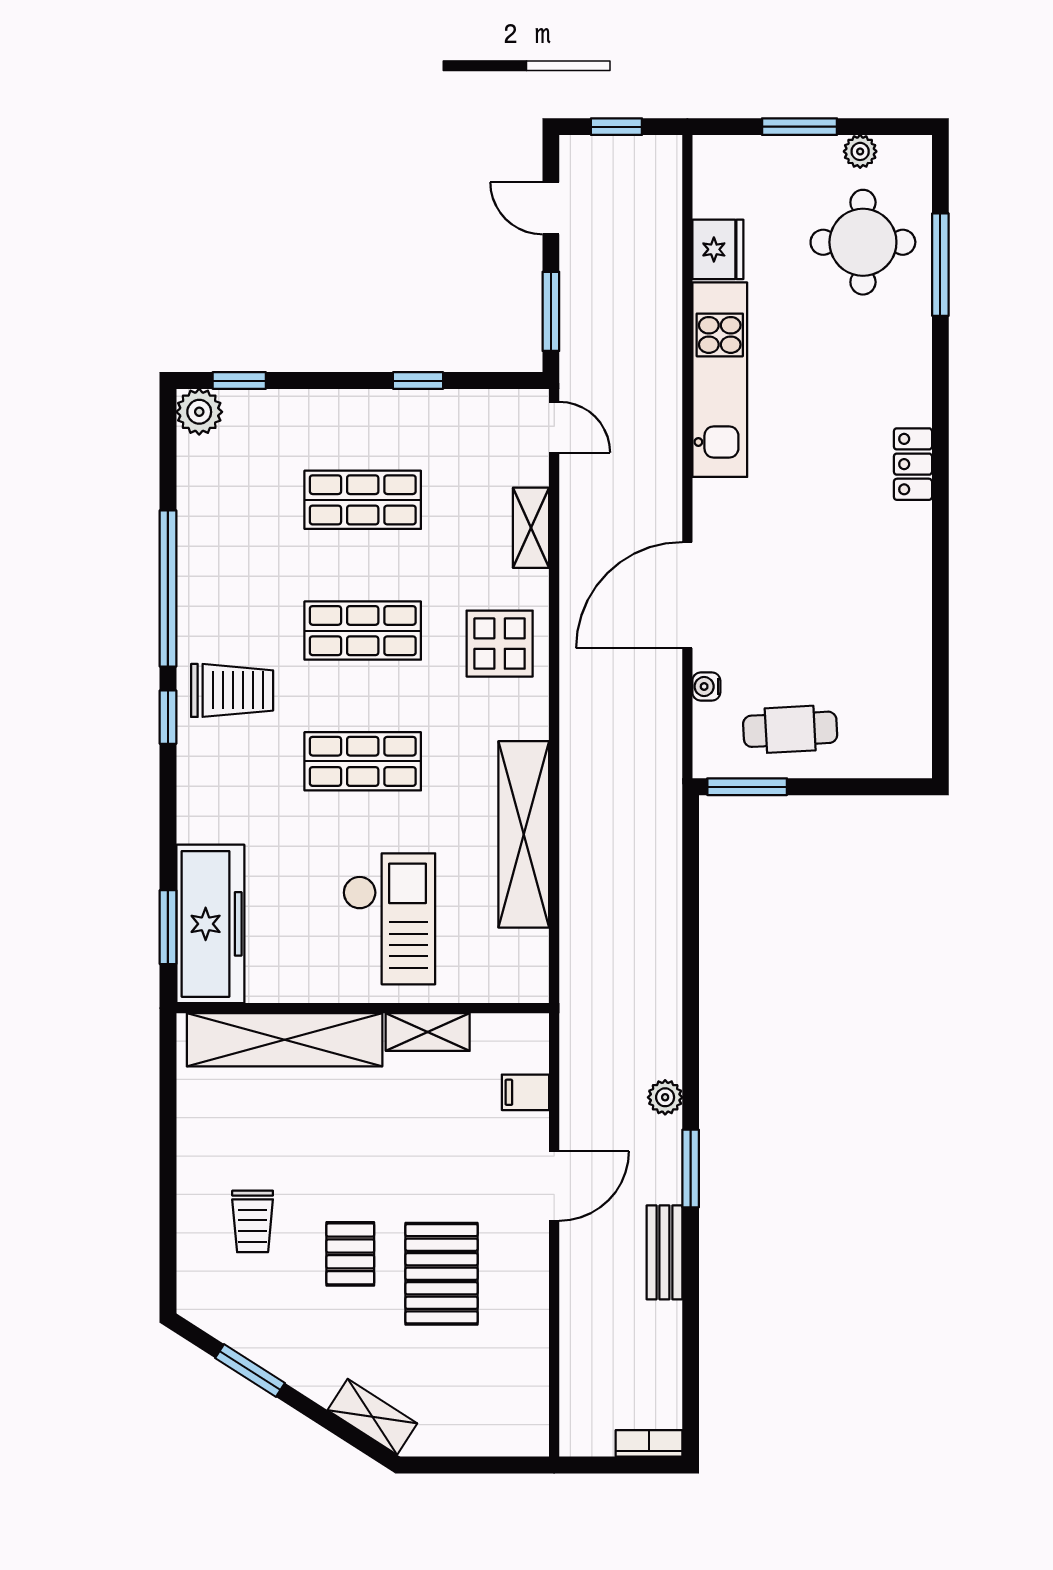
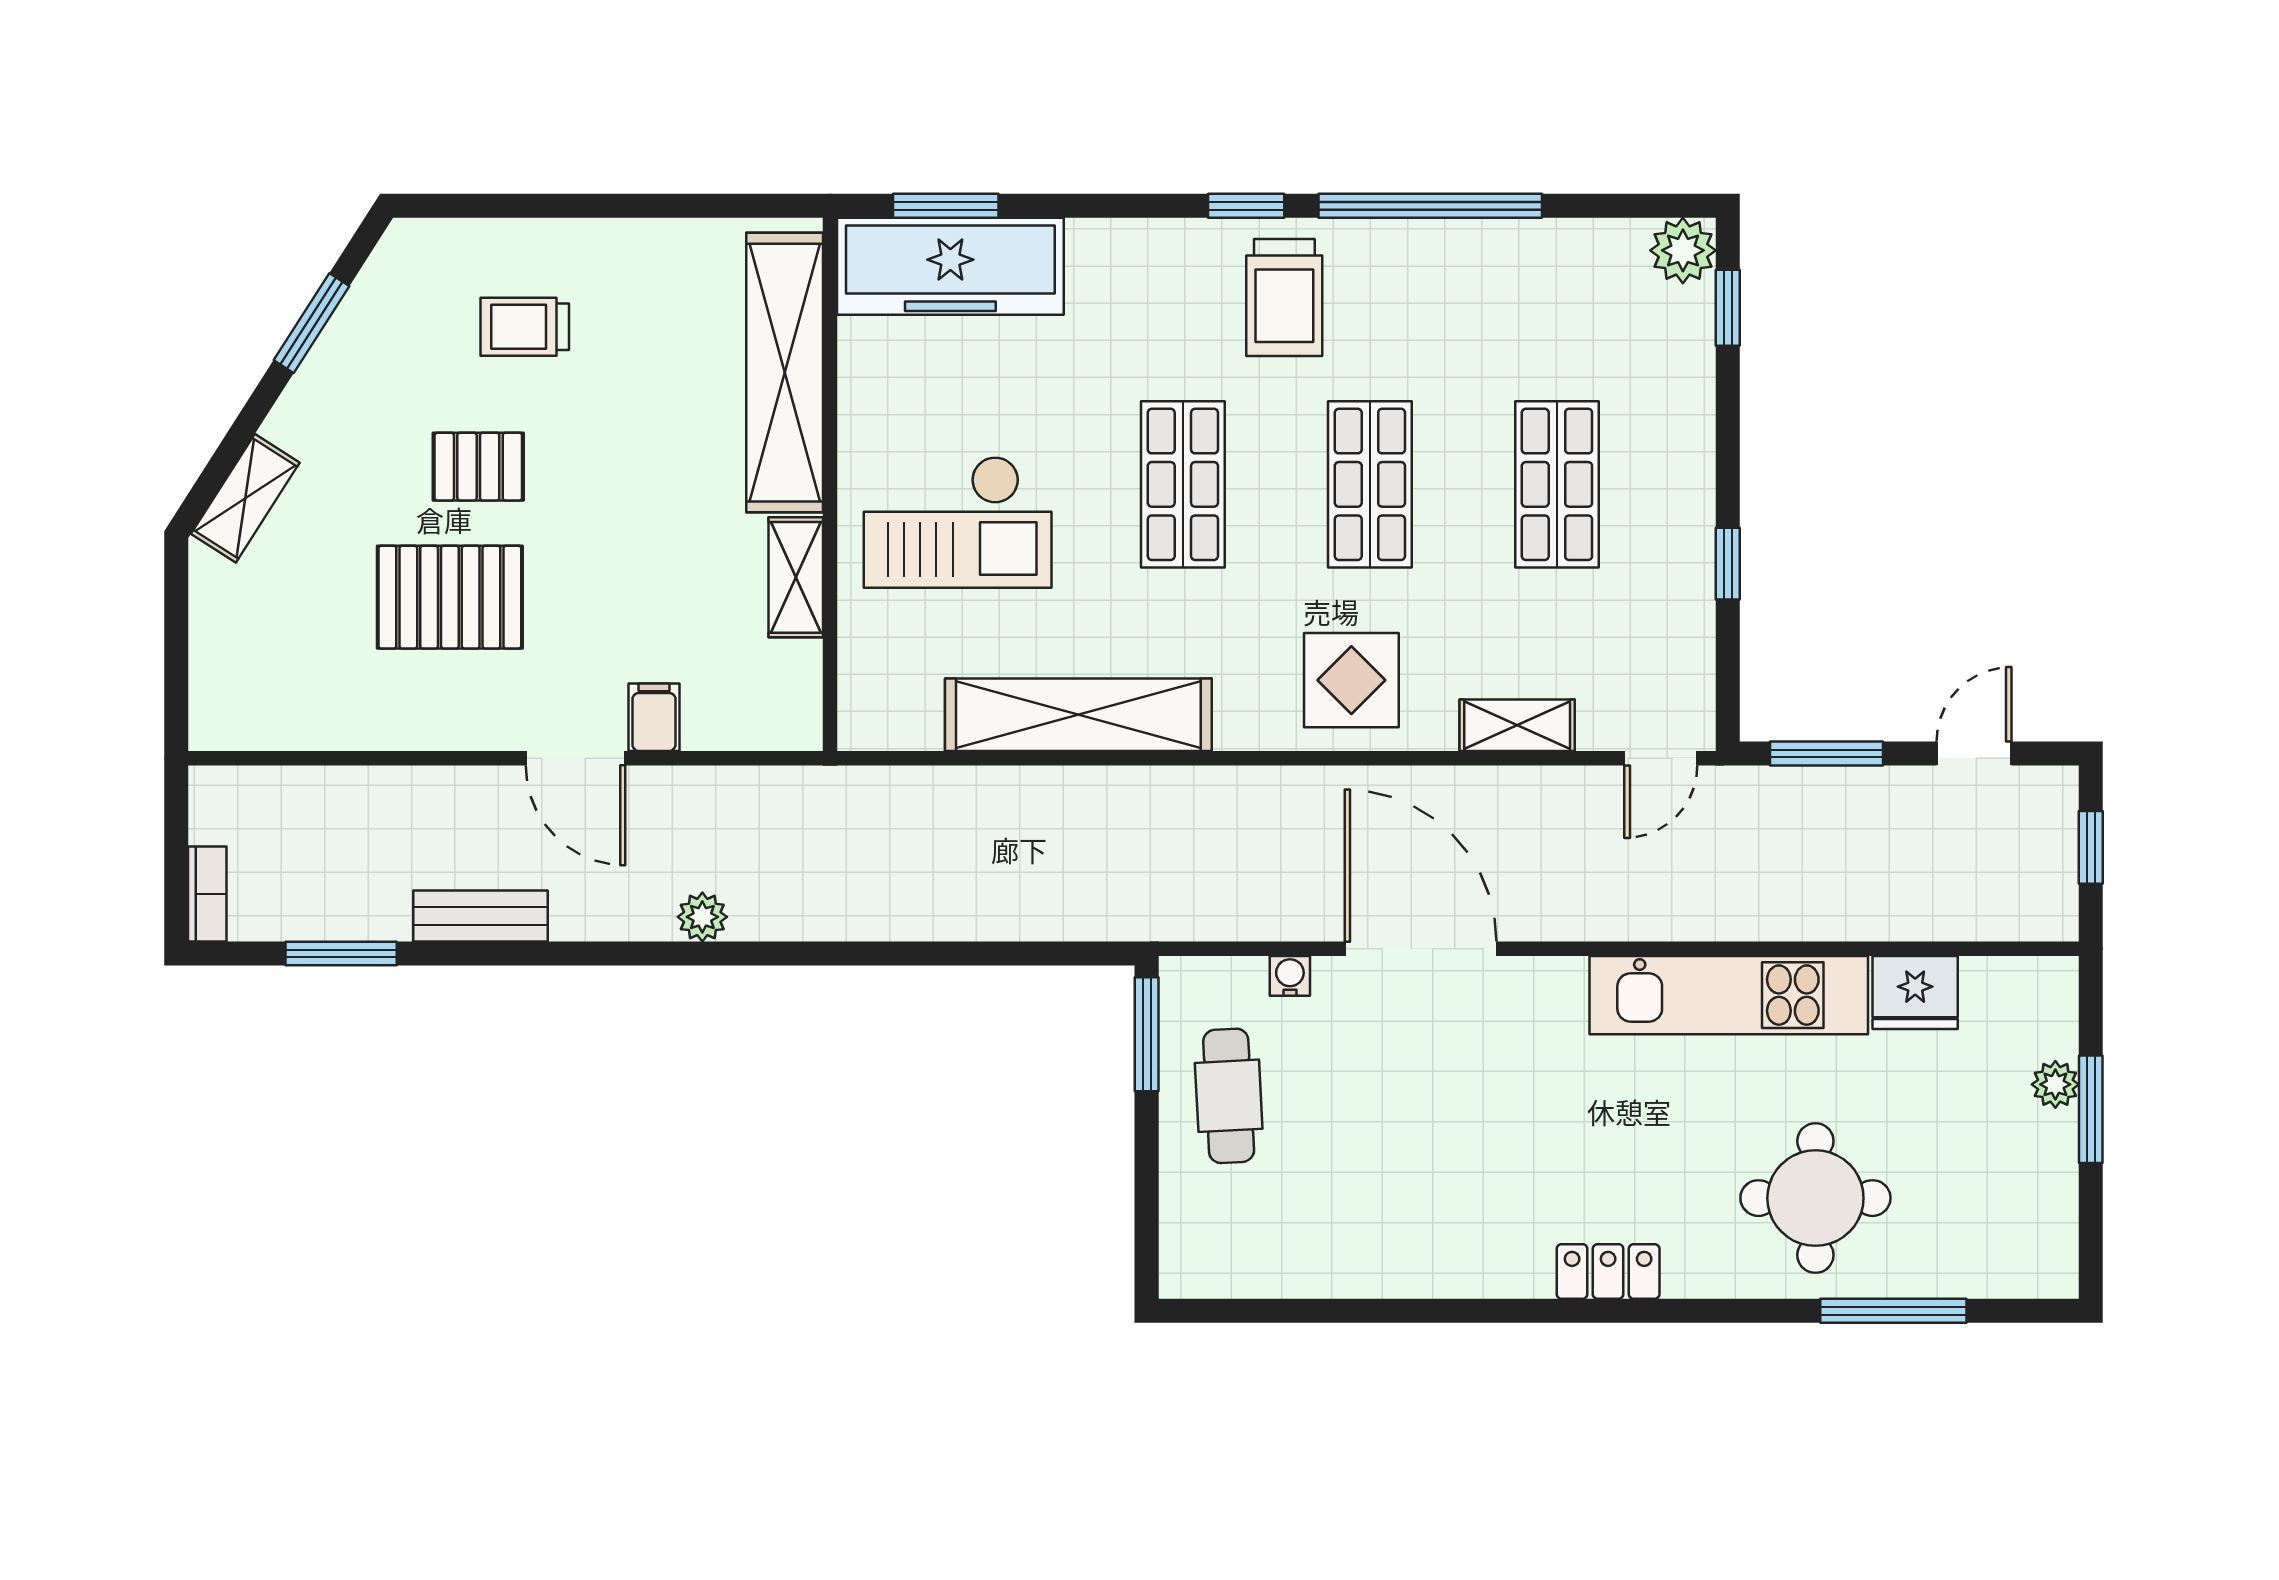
plant: (860, 151) -> (2055, 1084), moved
round table: (863, 242) -> (1815, 1198), moved
filing cabinet: (525, 1092) -> (654, 717), moved
window: (691, 1168) -> (341, 954), moved

